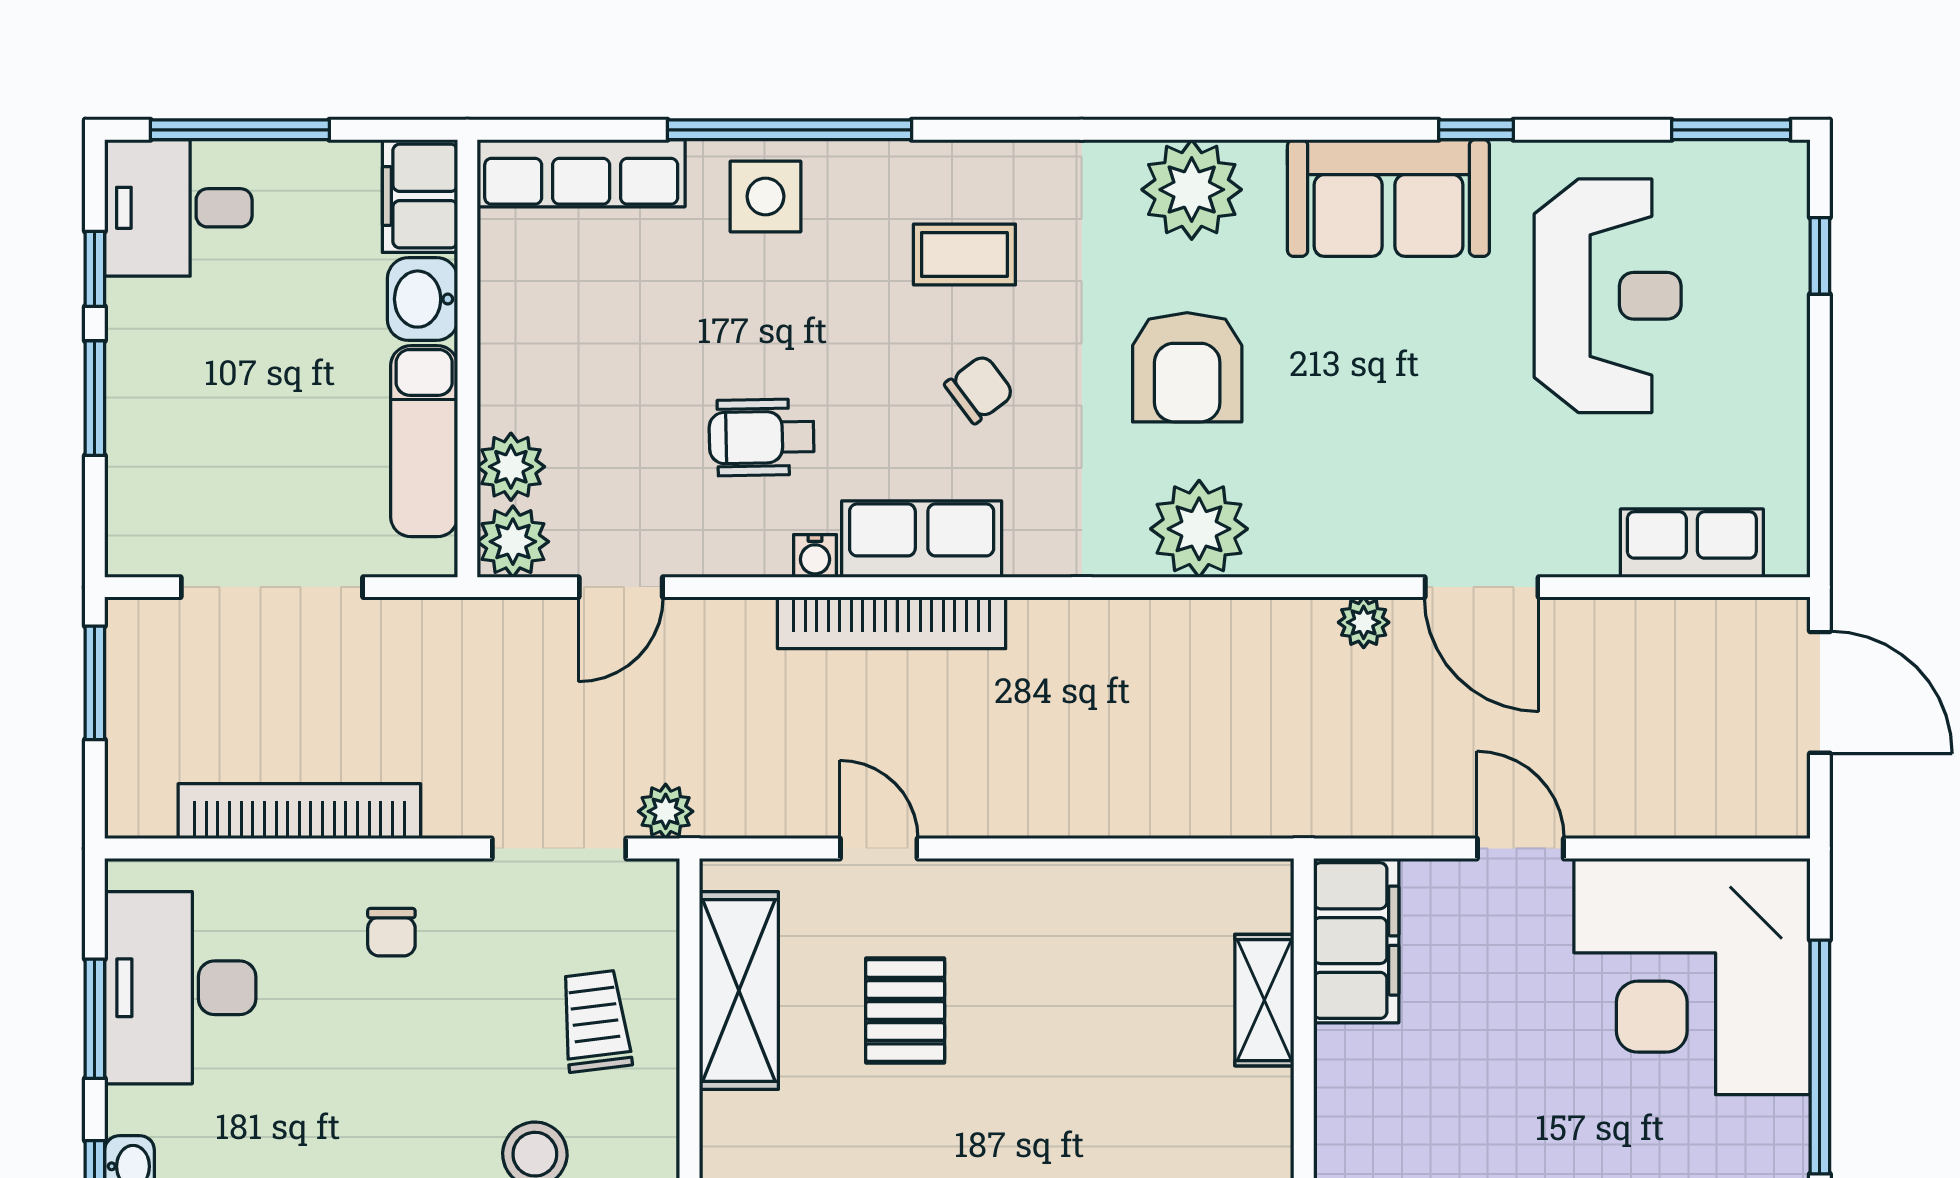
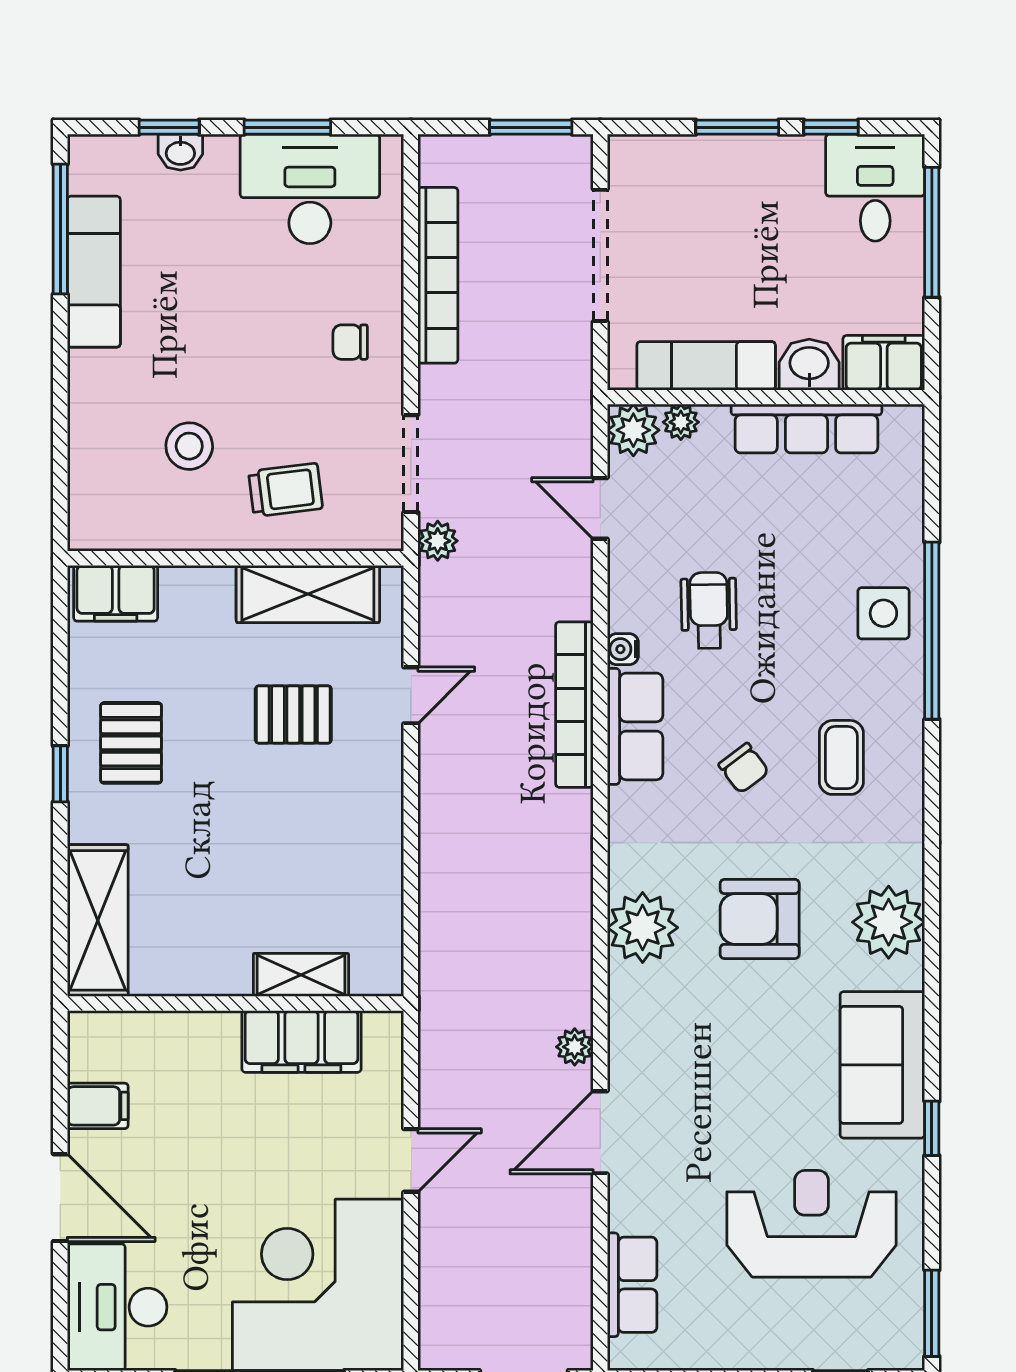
row of seats: (581, 173) -> (806, 429), moved, turned -90
reception desk: (1608, 296) -> (812, 1224), turned 180
plant: (511, 467) -> (681, 422), width x0.73, depth x0.73
filing cabinet: (1356, 941) -> (301, 1041), moved

